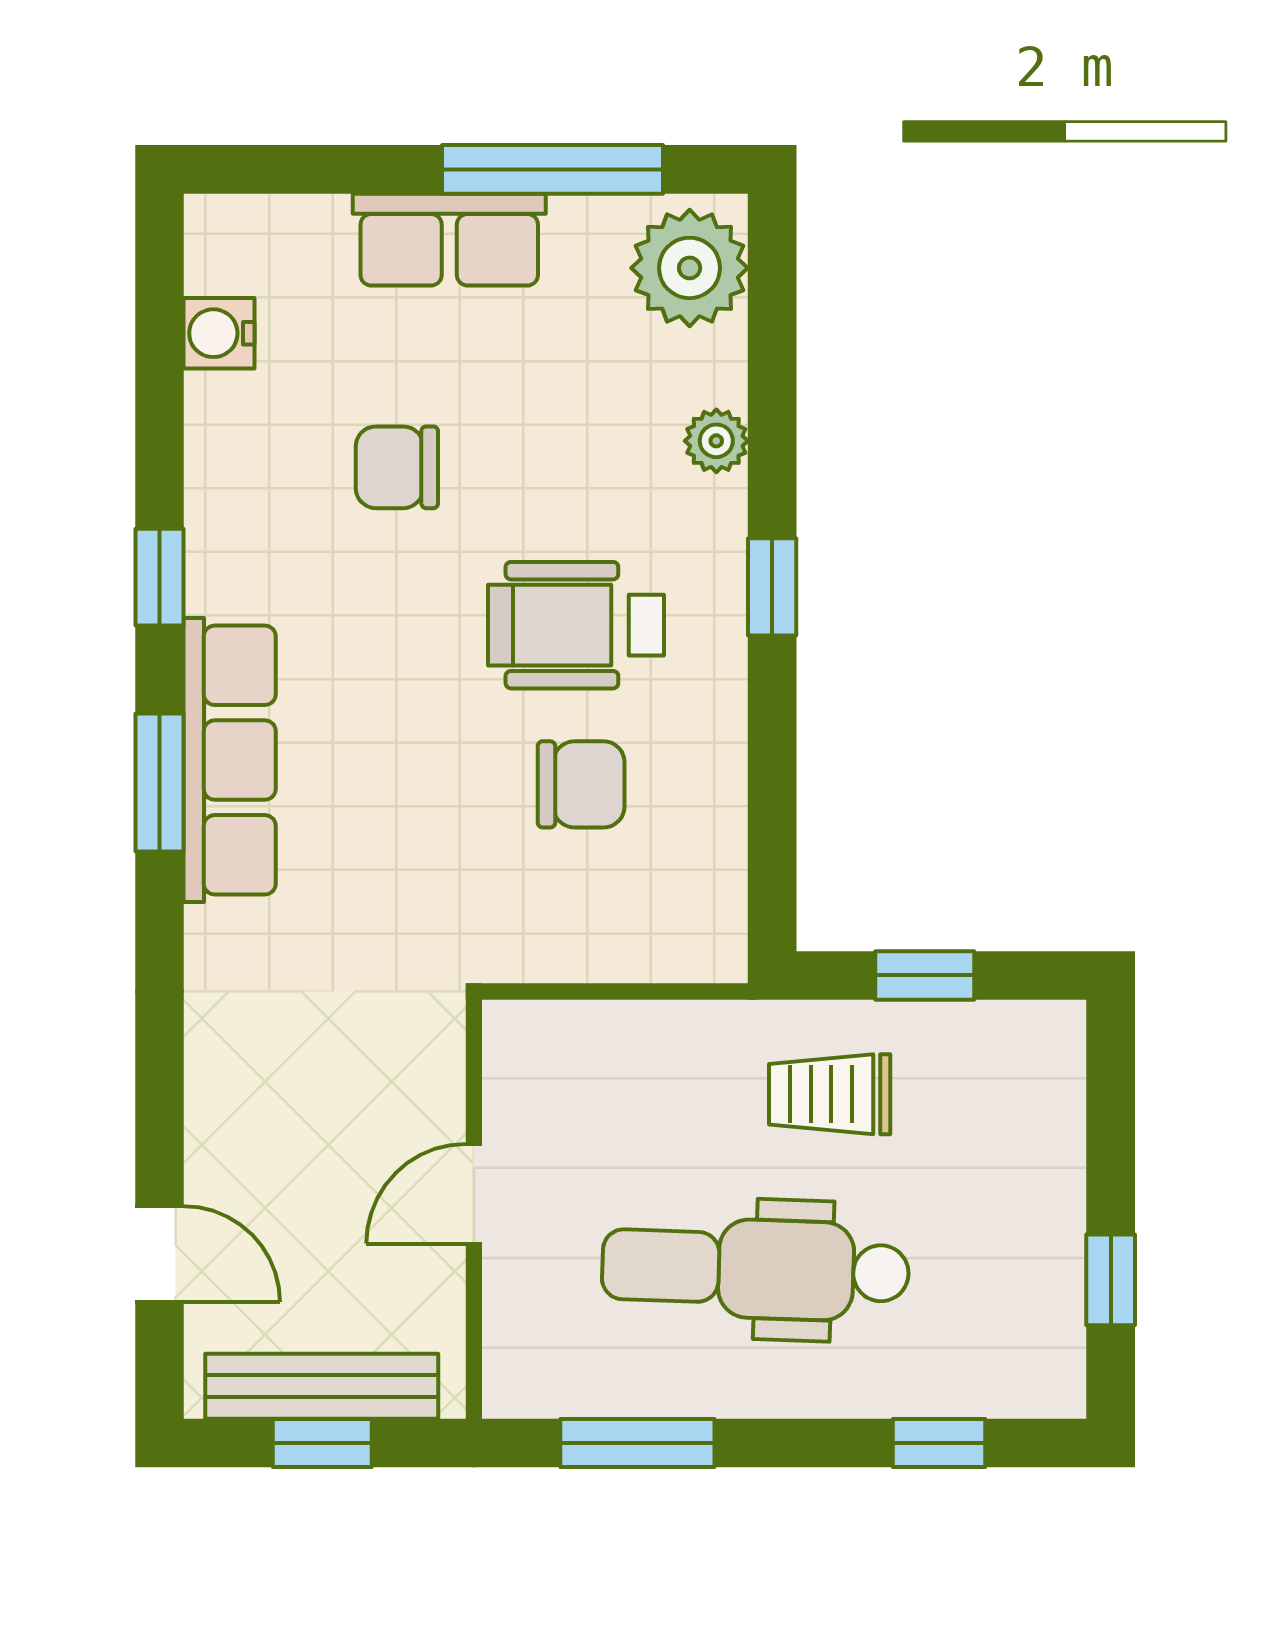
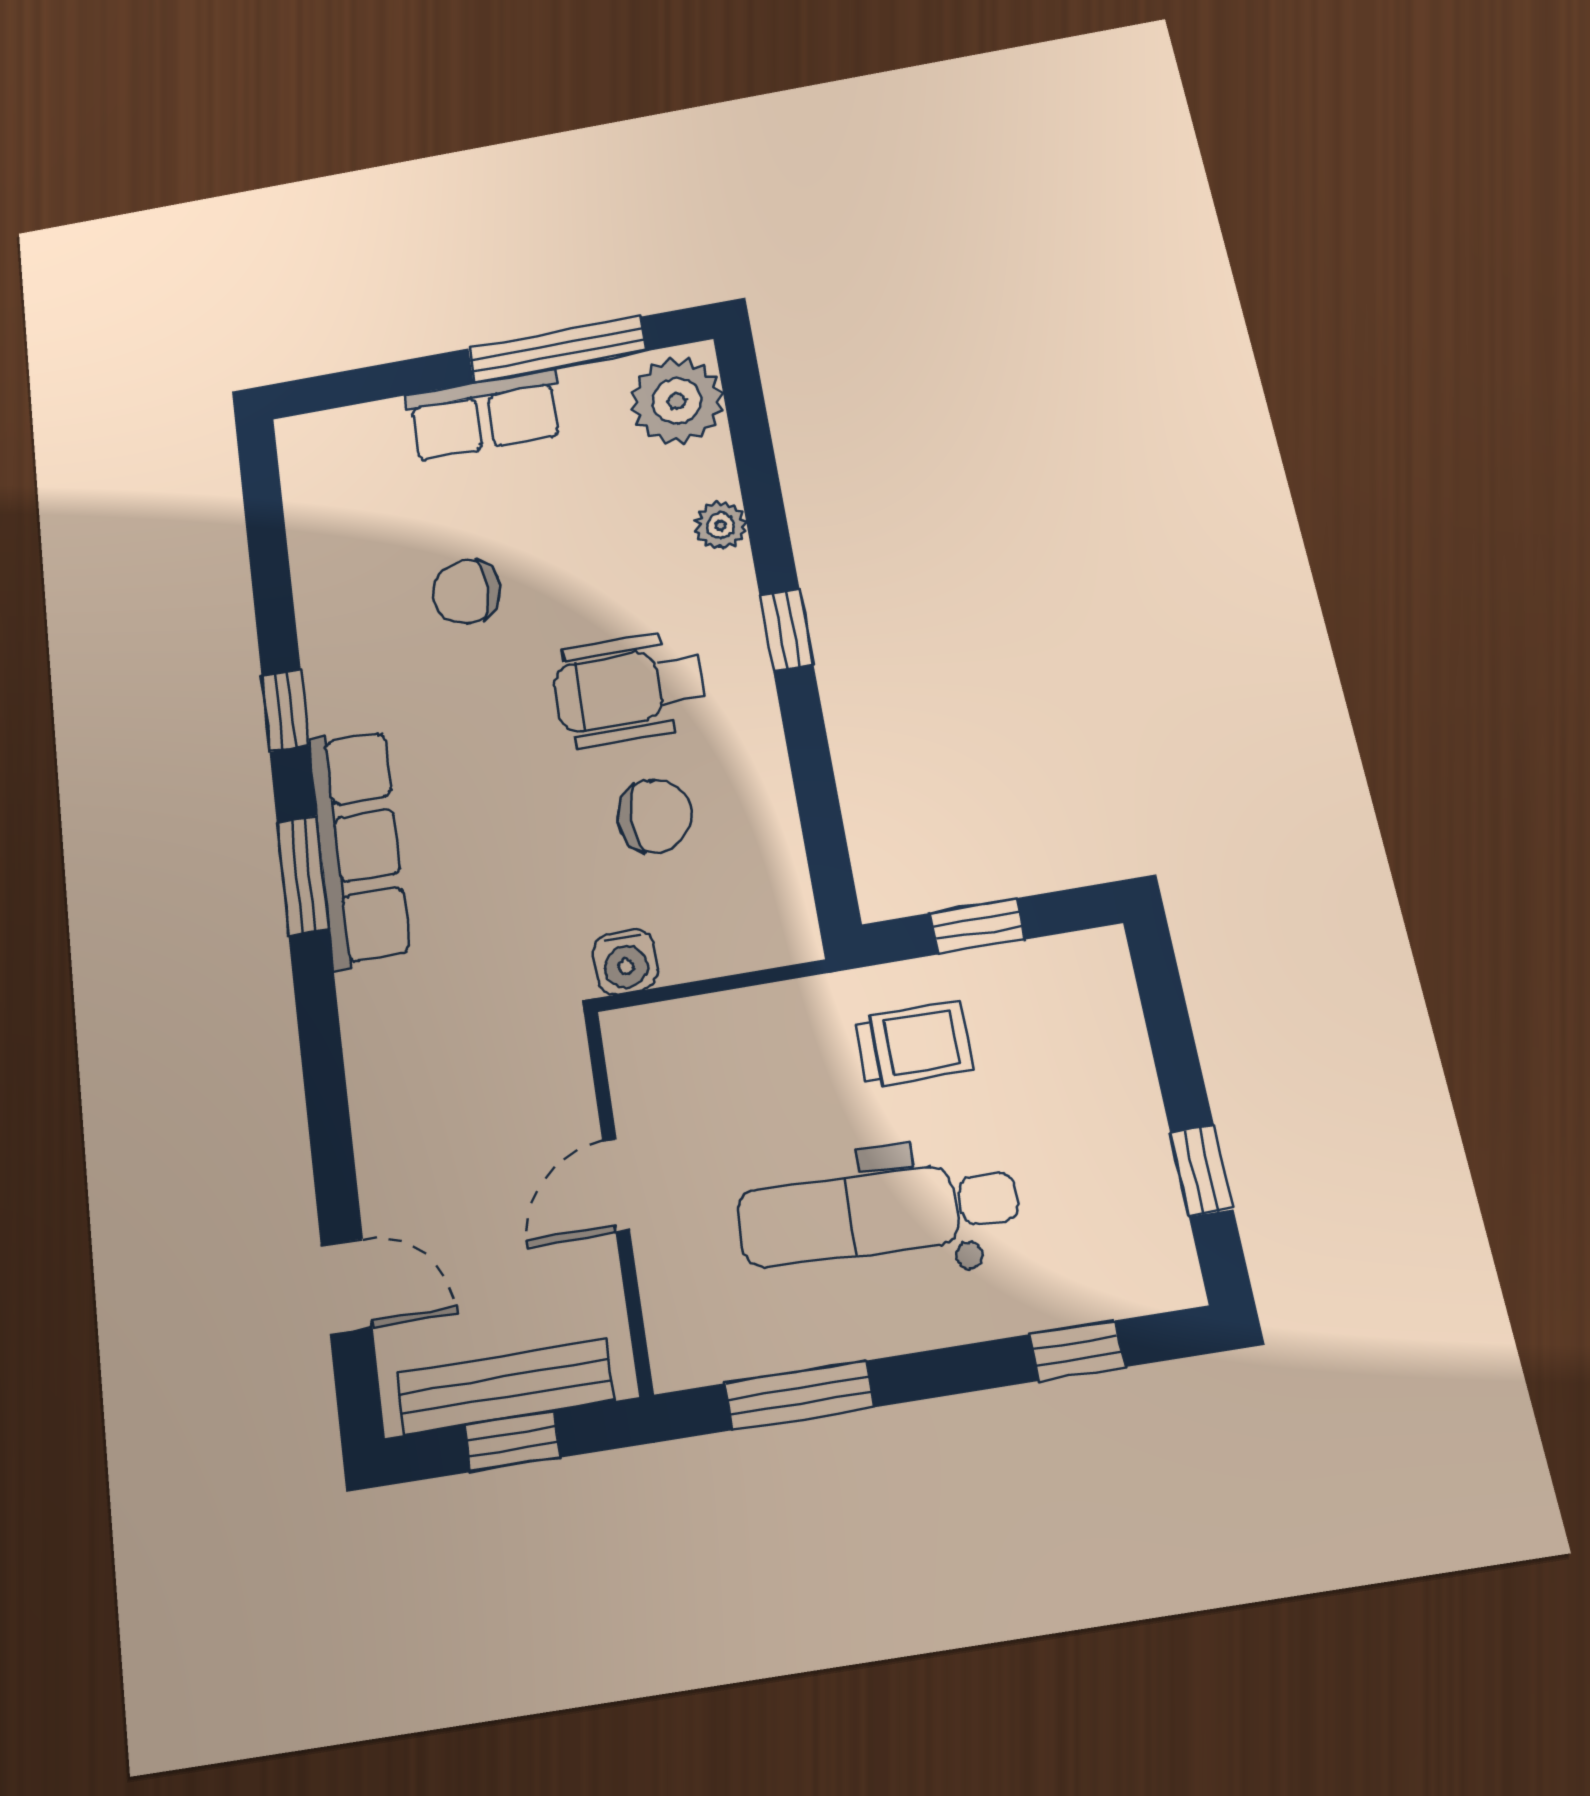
water cooler: (219, 333) -> (626, 962), moved, turned -90
trolley: (830, 1094) -> (914, 1044), turned 180

